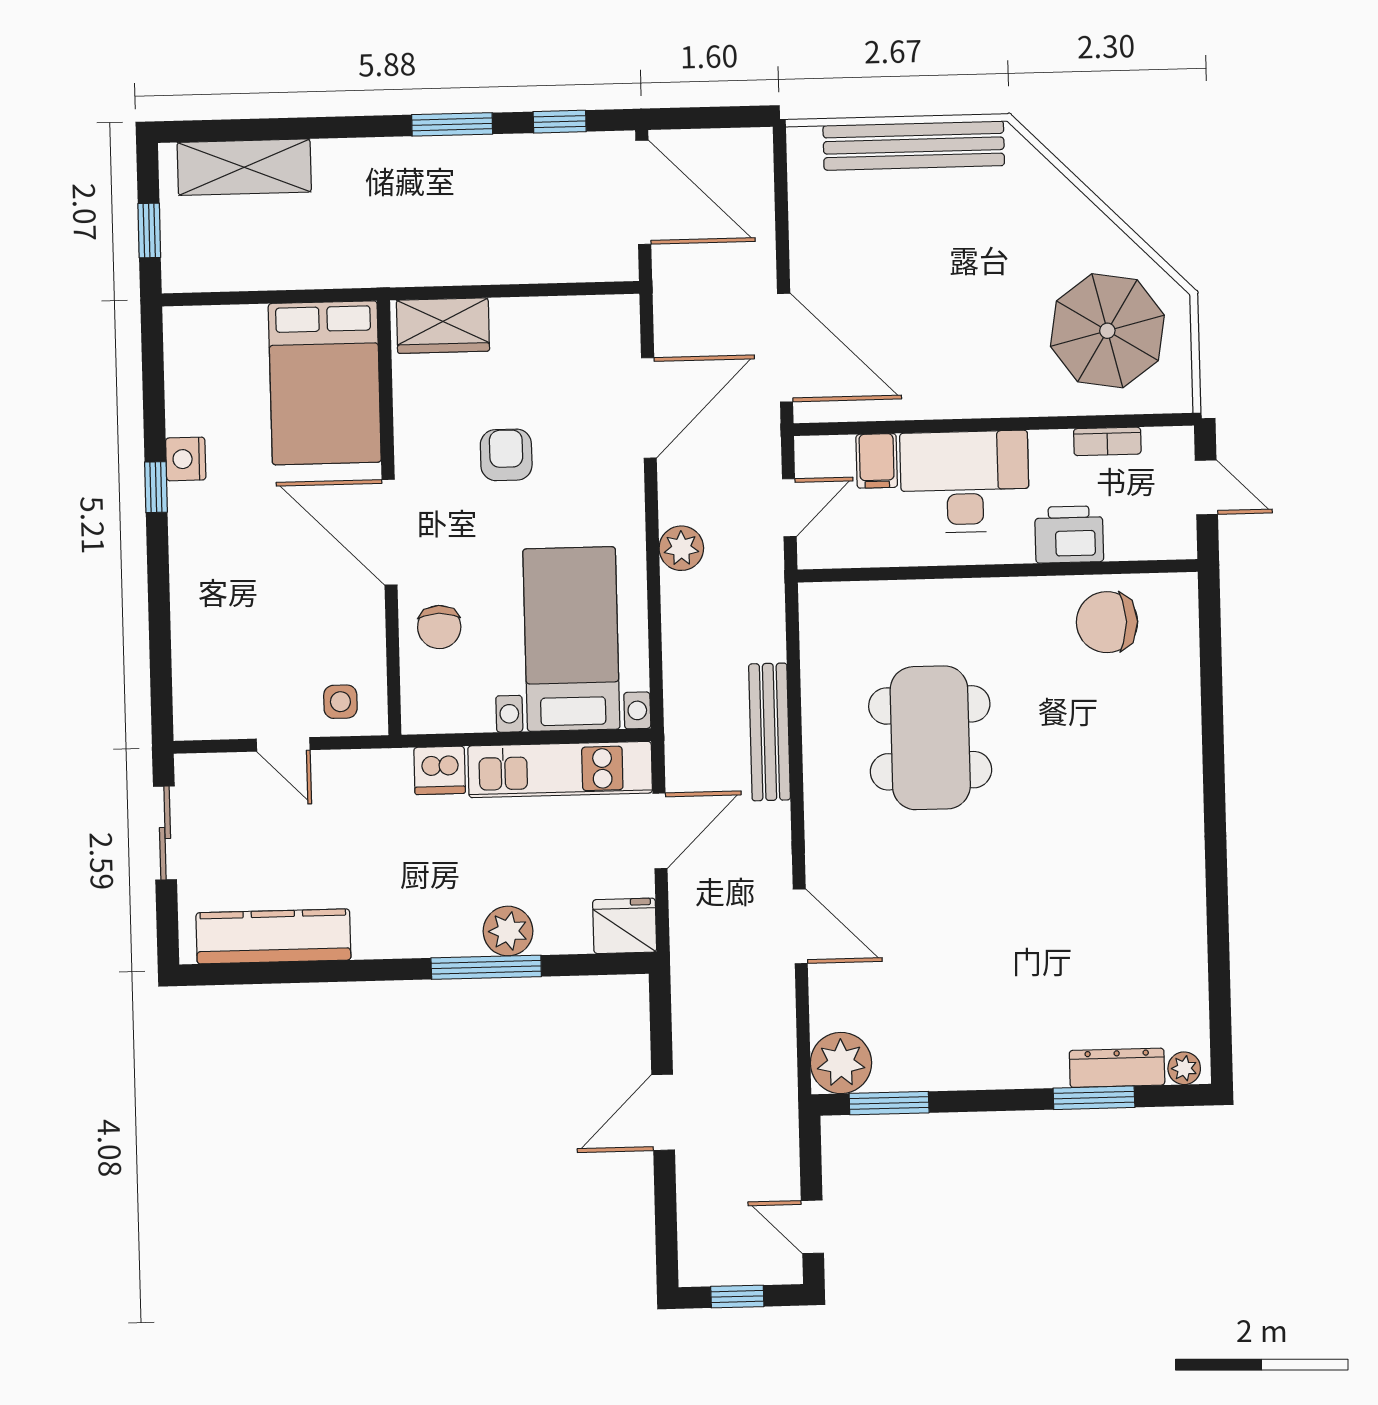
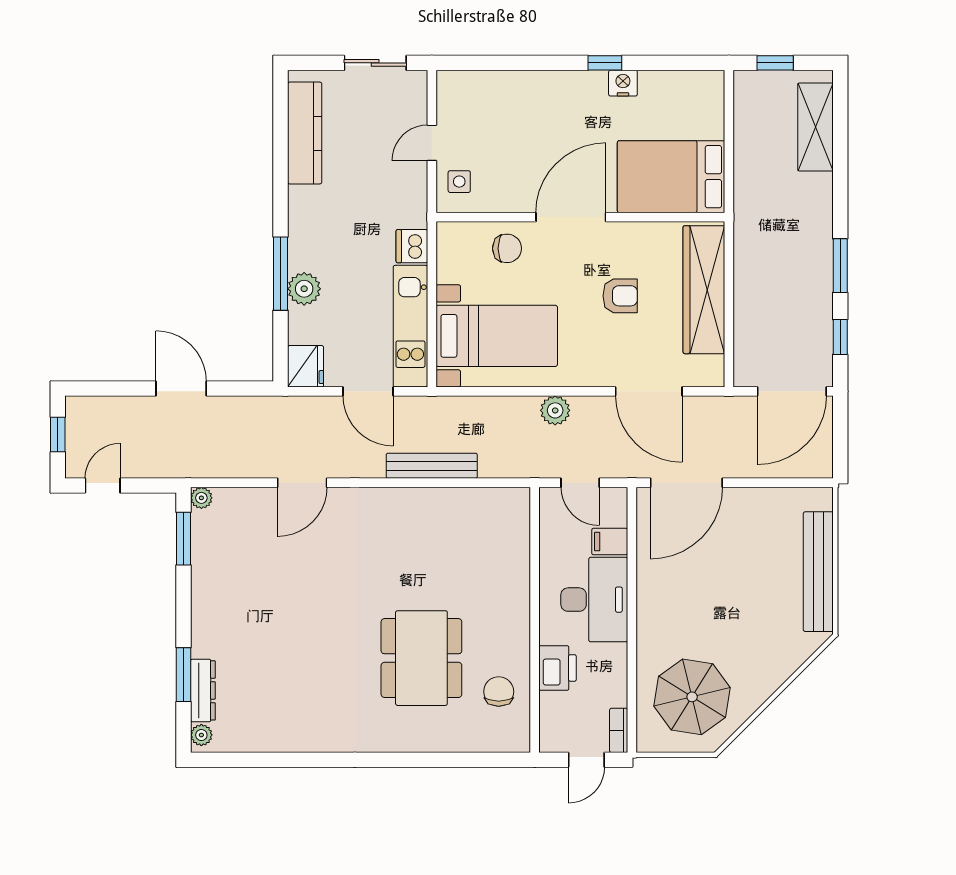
wardrobe: (443, 326) -> (704, 290), width x2.10, depth x1.17
bookcase: (1107, 441) -> (619, 730), moved
chair: (1107, 622) -> (499, 692), width x0.73, depth x0.73
chair: (439, 627) -> (507, 248), turned 180
dining table: (930, 738) -> (421, 658), moved, turned 90
plant: (841, 1063) -> (201, 498), width x0.53, depth x0.53

